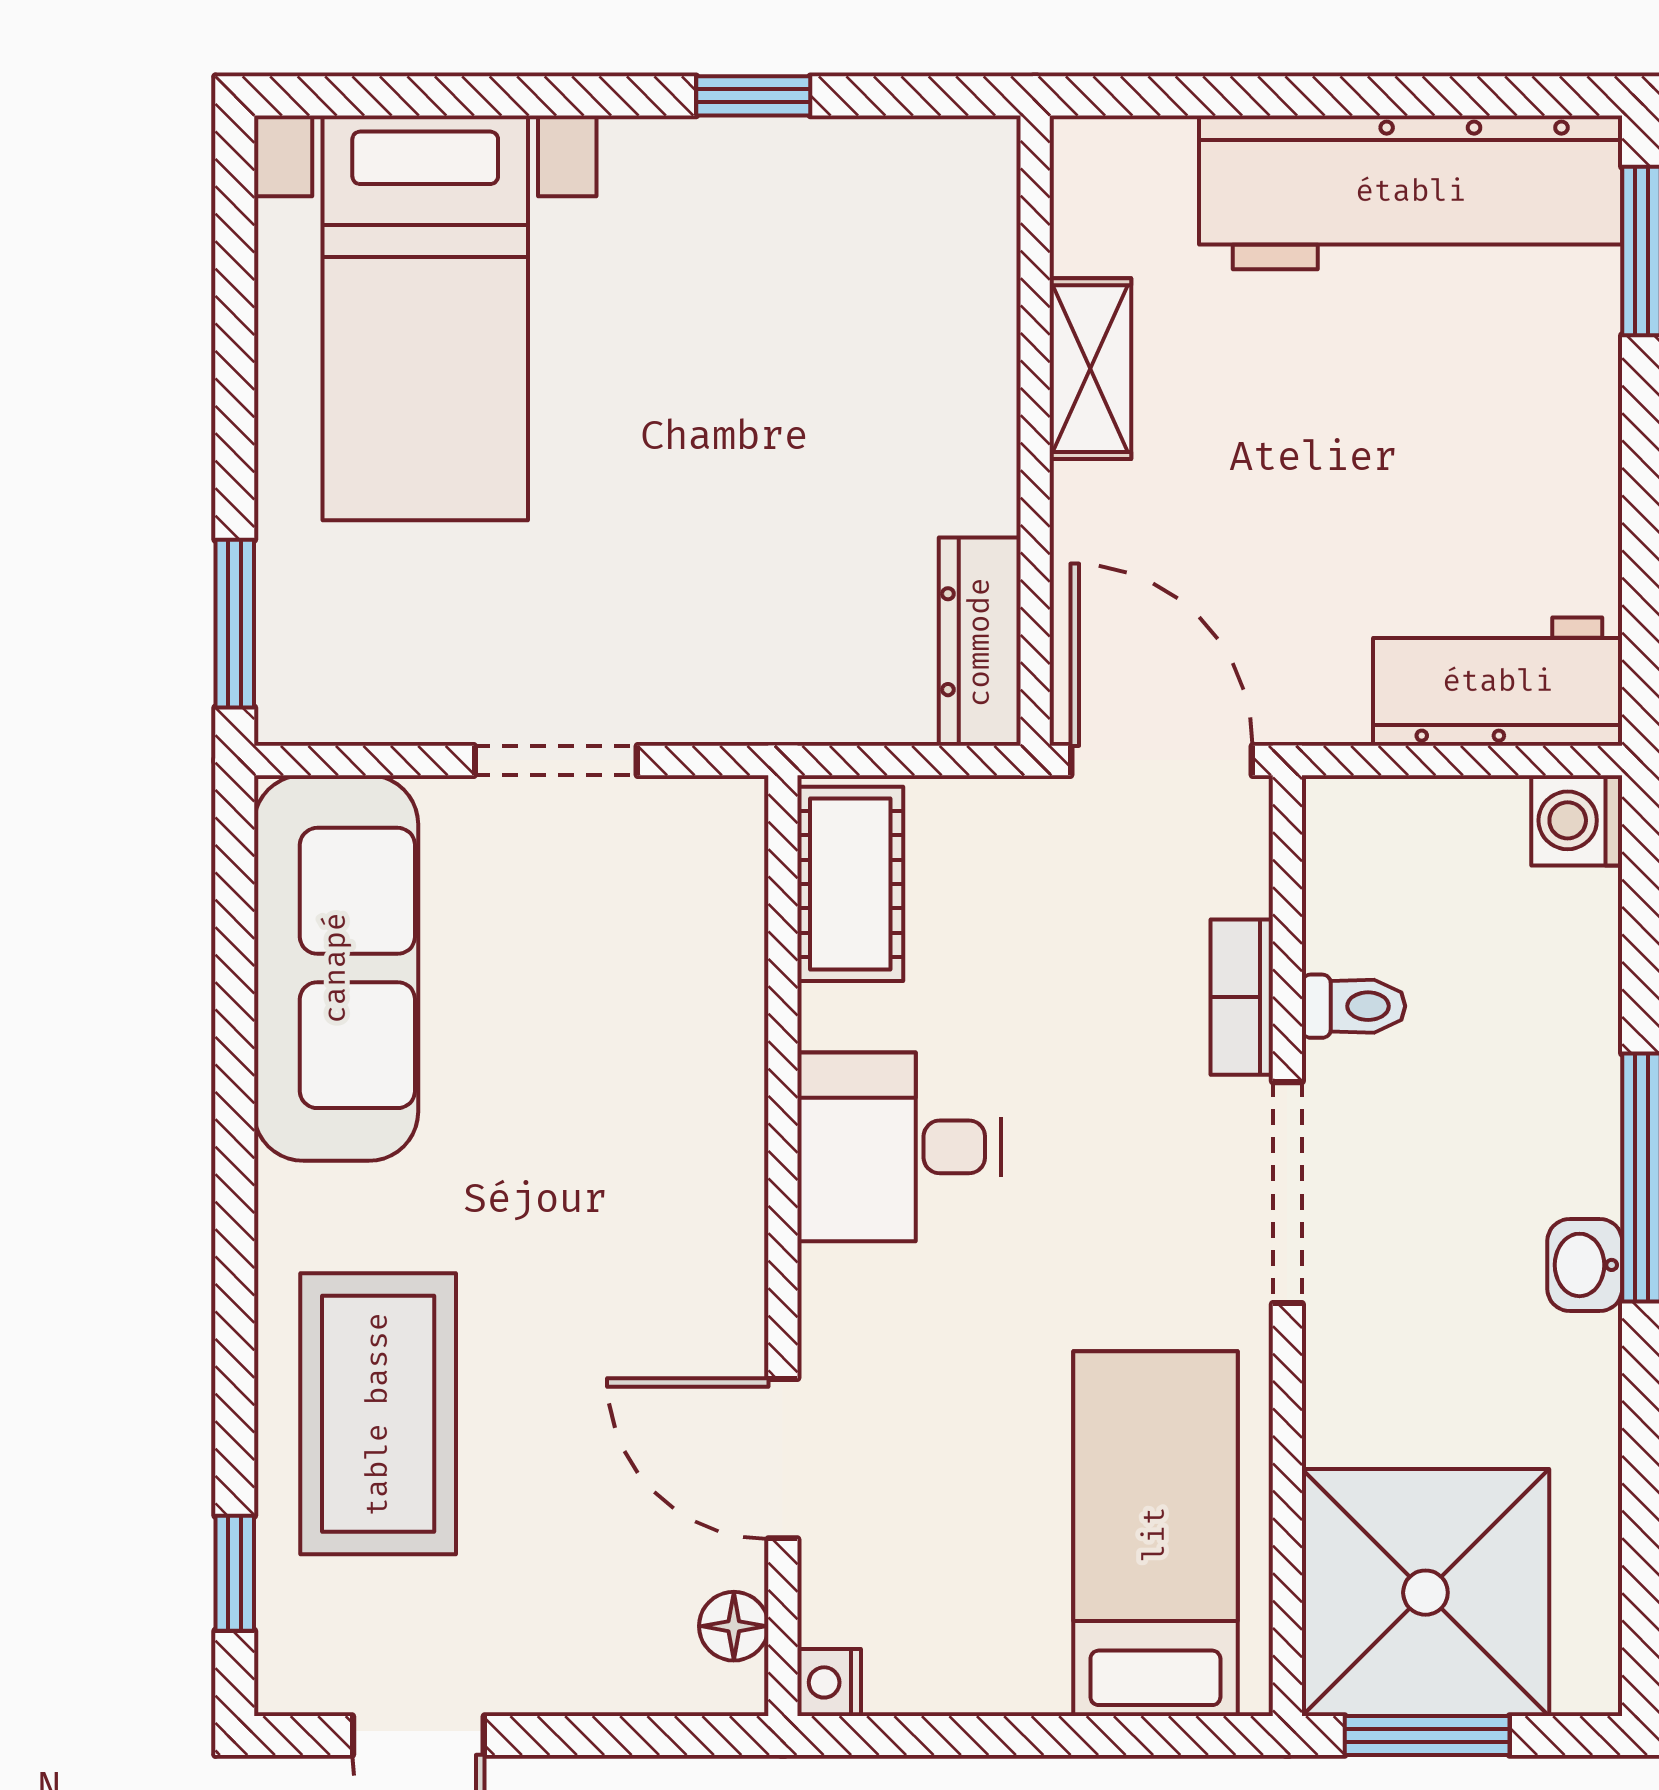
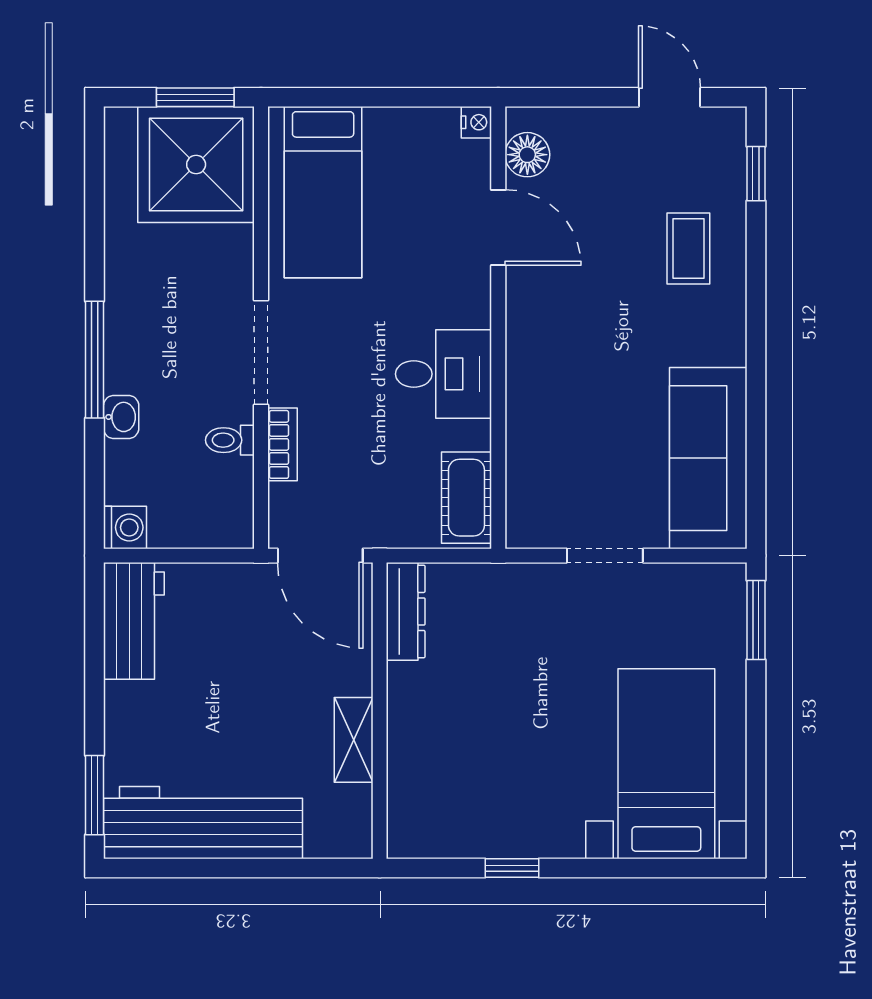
workbench: (1498, 682) -> (134, 621), moved, turned -90
washbasin: (1585, 1265) -> (121, 417), moved
coffee table: (378, 1414) -> (688, 249), width x0.54, depth x0.58
floor lamp: (734, 1626) -> (527, 155), width x1.37, depth x1.37

